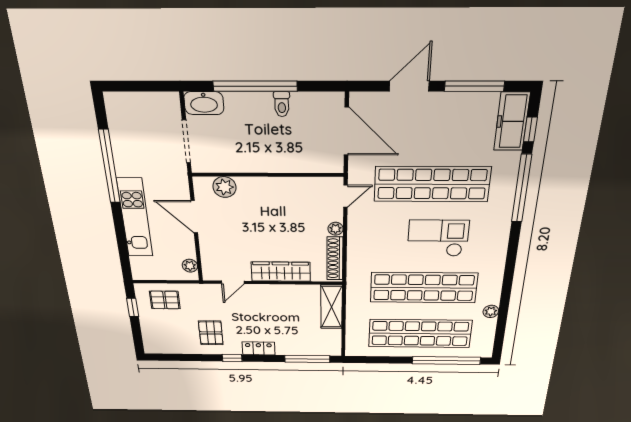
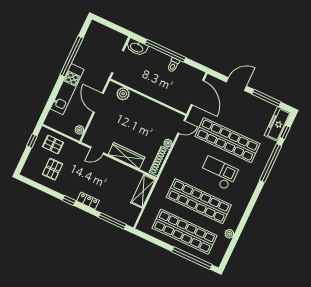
pallet: (211, 333) -> (52, 169), moved

